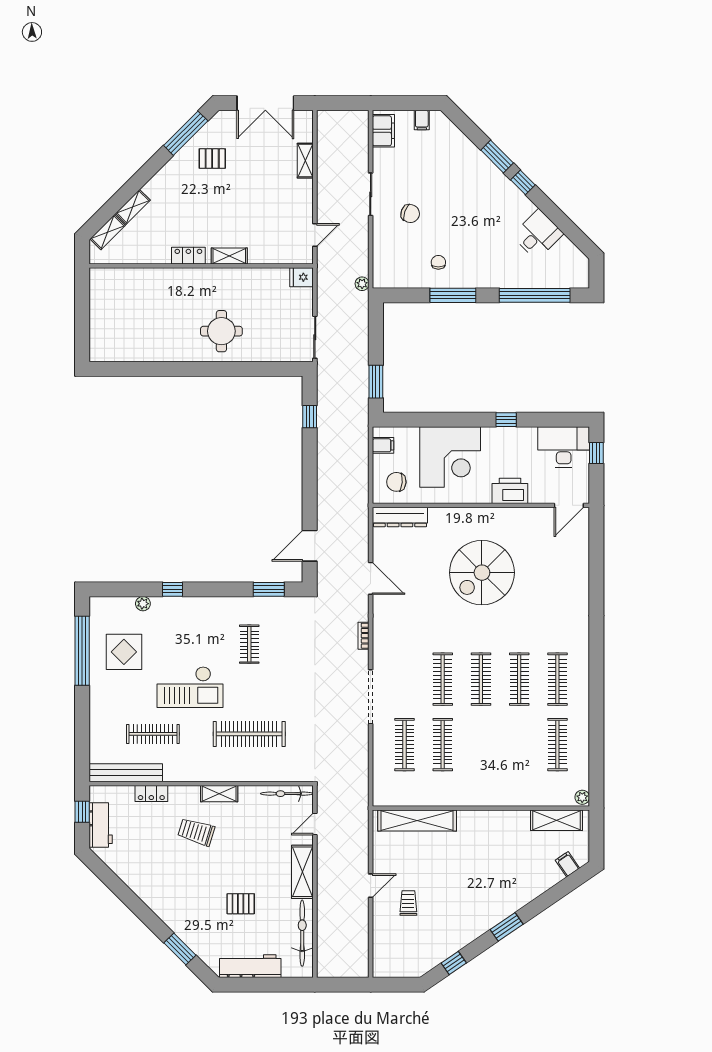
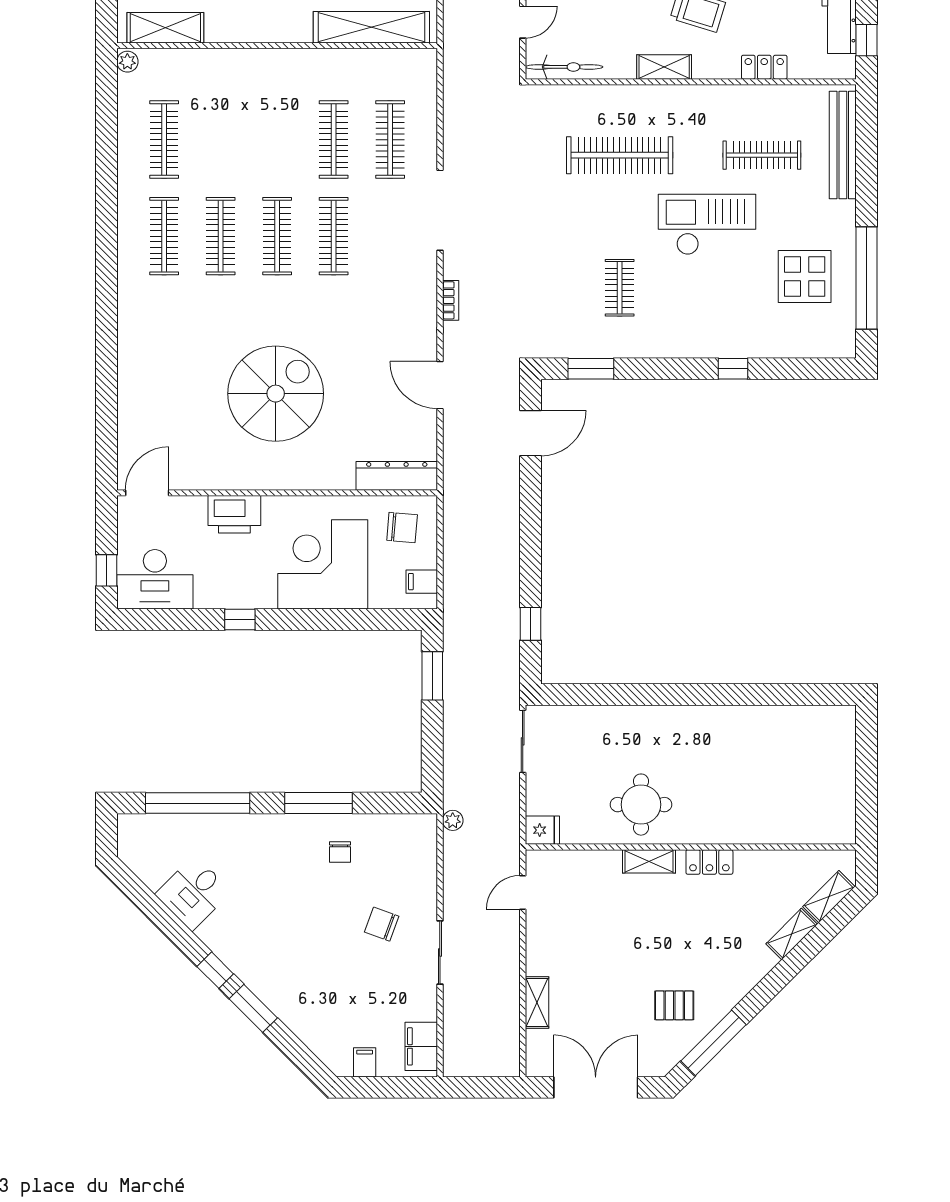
round table: (221, 331) -> (641, 805), moved
plant: (143, 604) -> (777, 348), removed
bench: (126, 773) -> (843, 145), moved, turned 90

